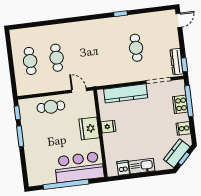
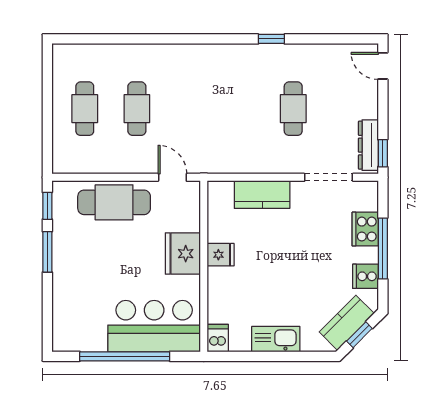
door: (179, 20) -> (383, 66), swing flipped
kitchen counter: (126, 93) -> (262, 195), width x0.67
window: (189, 101) -> (383, 249), moved
cafe table: (51, 107) -> (114, 202), width x1.37, depth x1.35
dishwasher: (123, 168) -> (218, 338), moved

